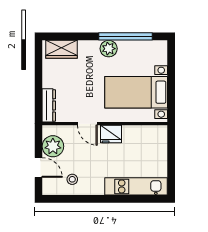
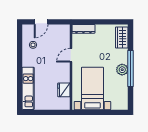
window: (126, 36) -> (130, 69), moved
fridge: (111, 134) -> (64, 90), moved
plant: (53, 146) -> (56, 32), removed

